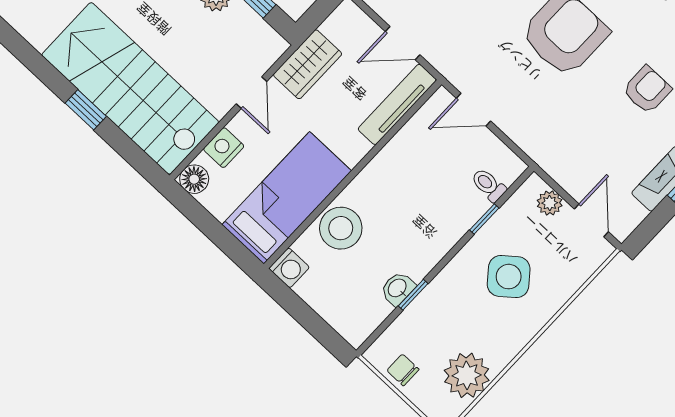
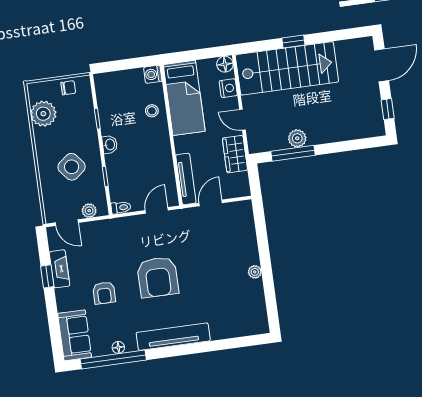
toilet: (488, 185) -> (121, 208), moved
stool: (341, 228) -> (152, 111), width x0.53, depth x0.53
washbasin: (398, 288) -> (110, 144), moved

